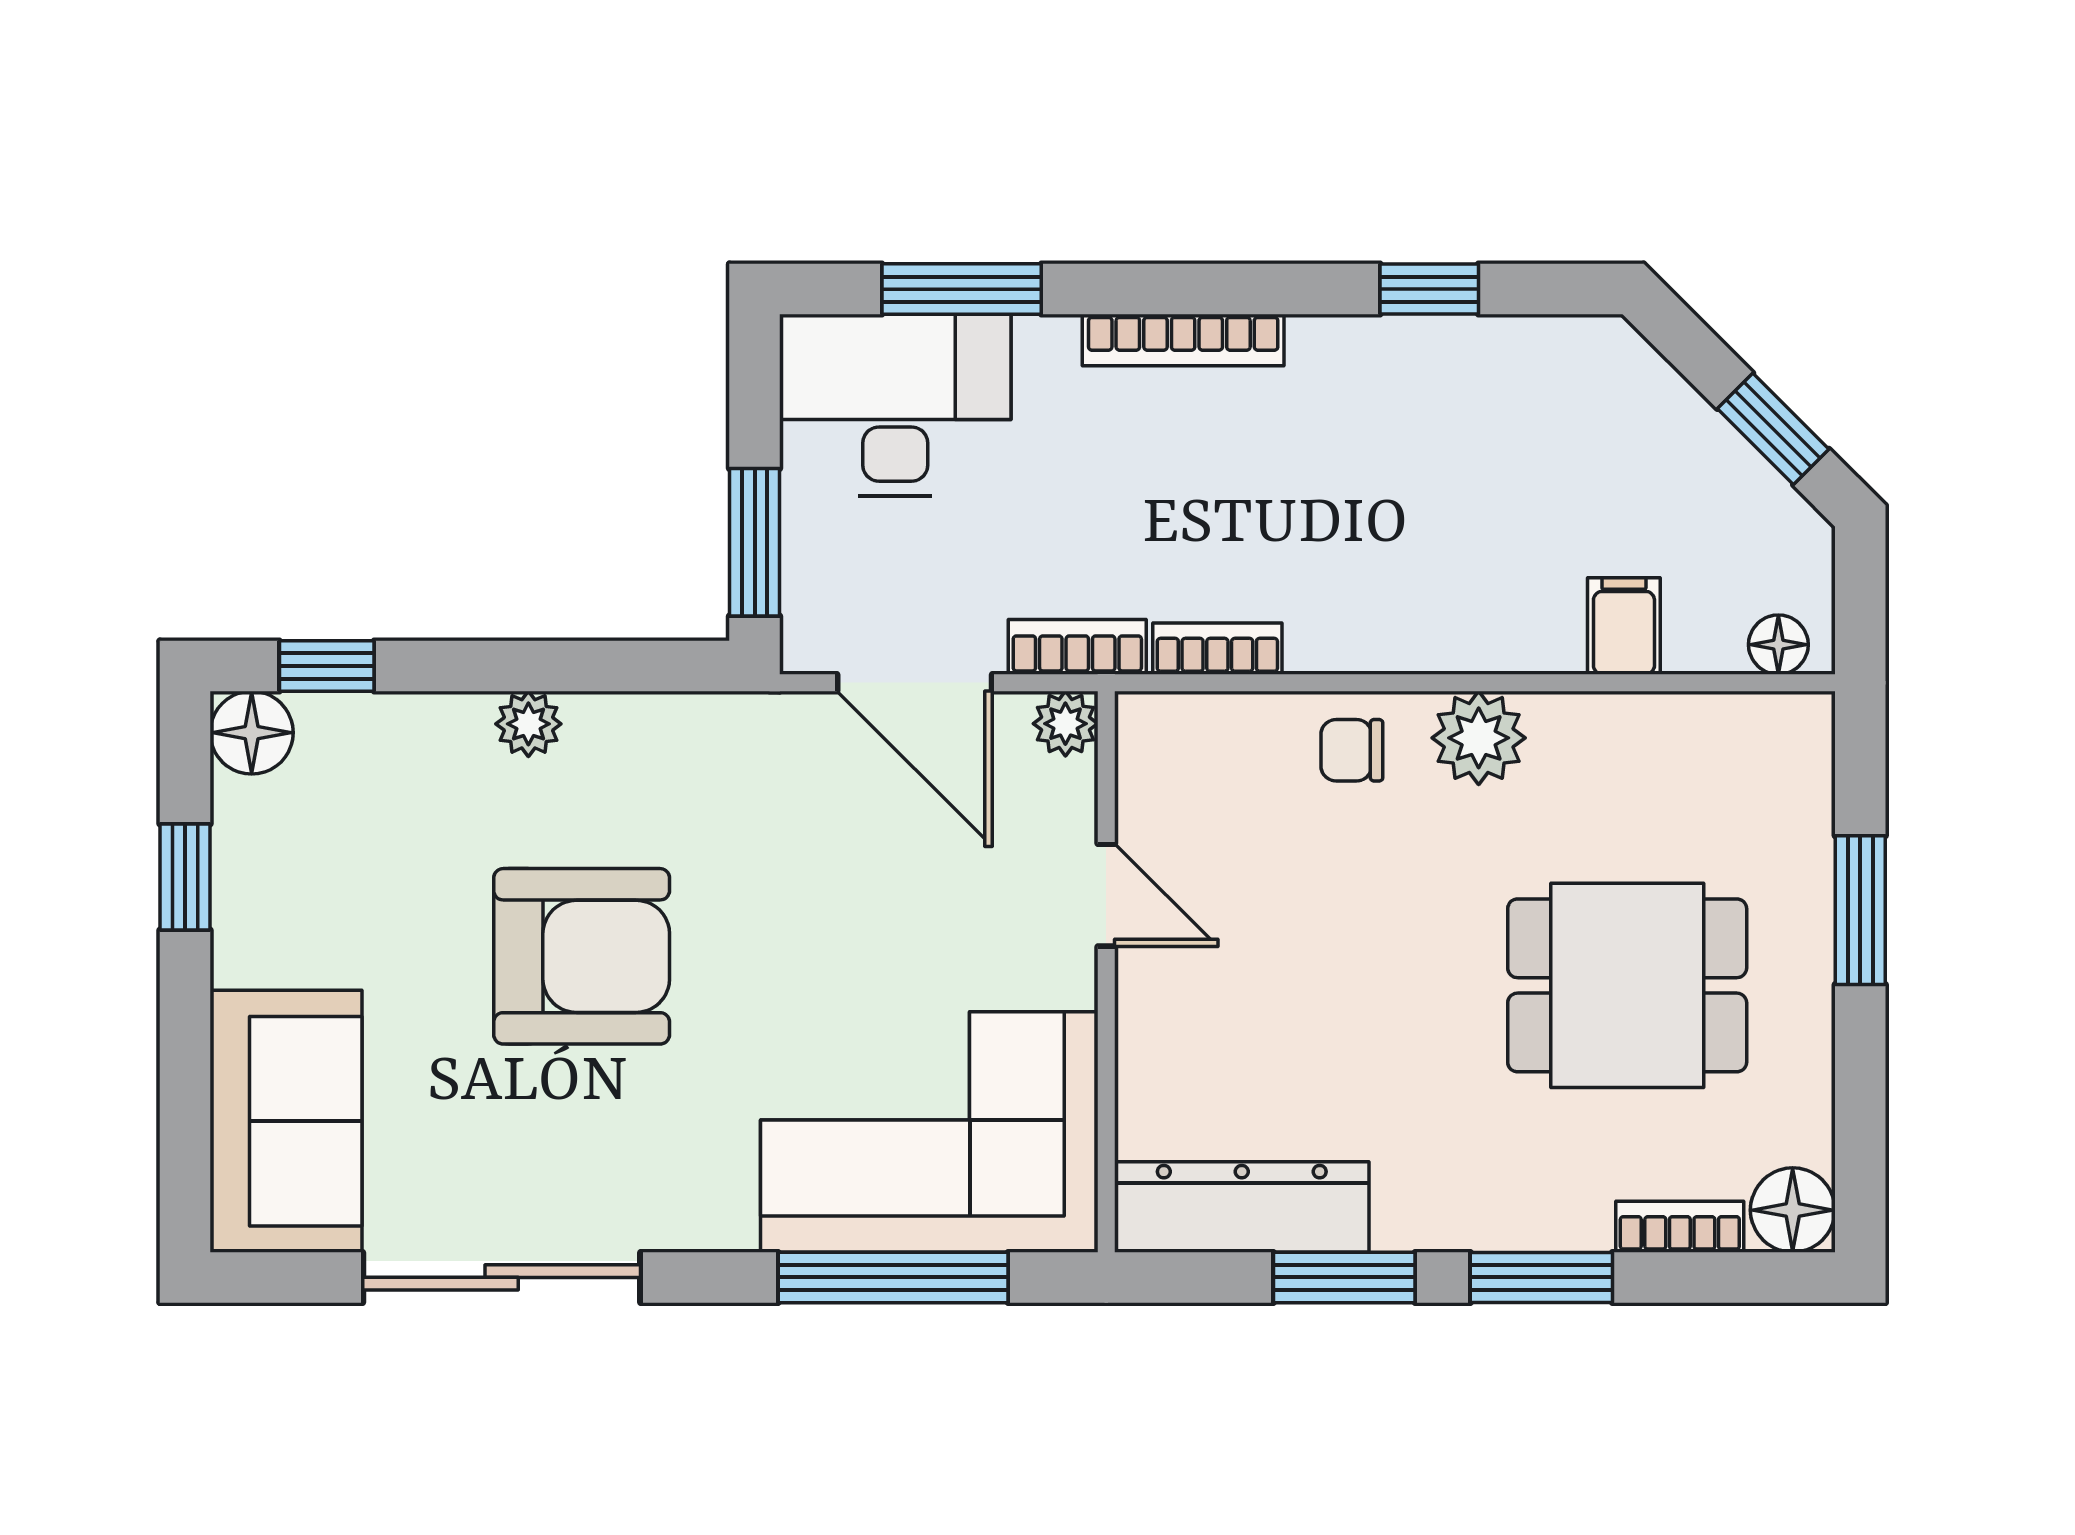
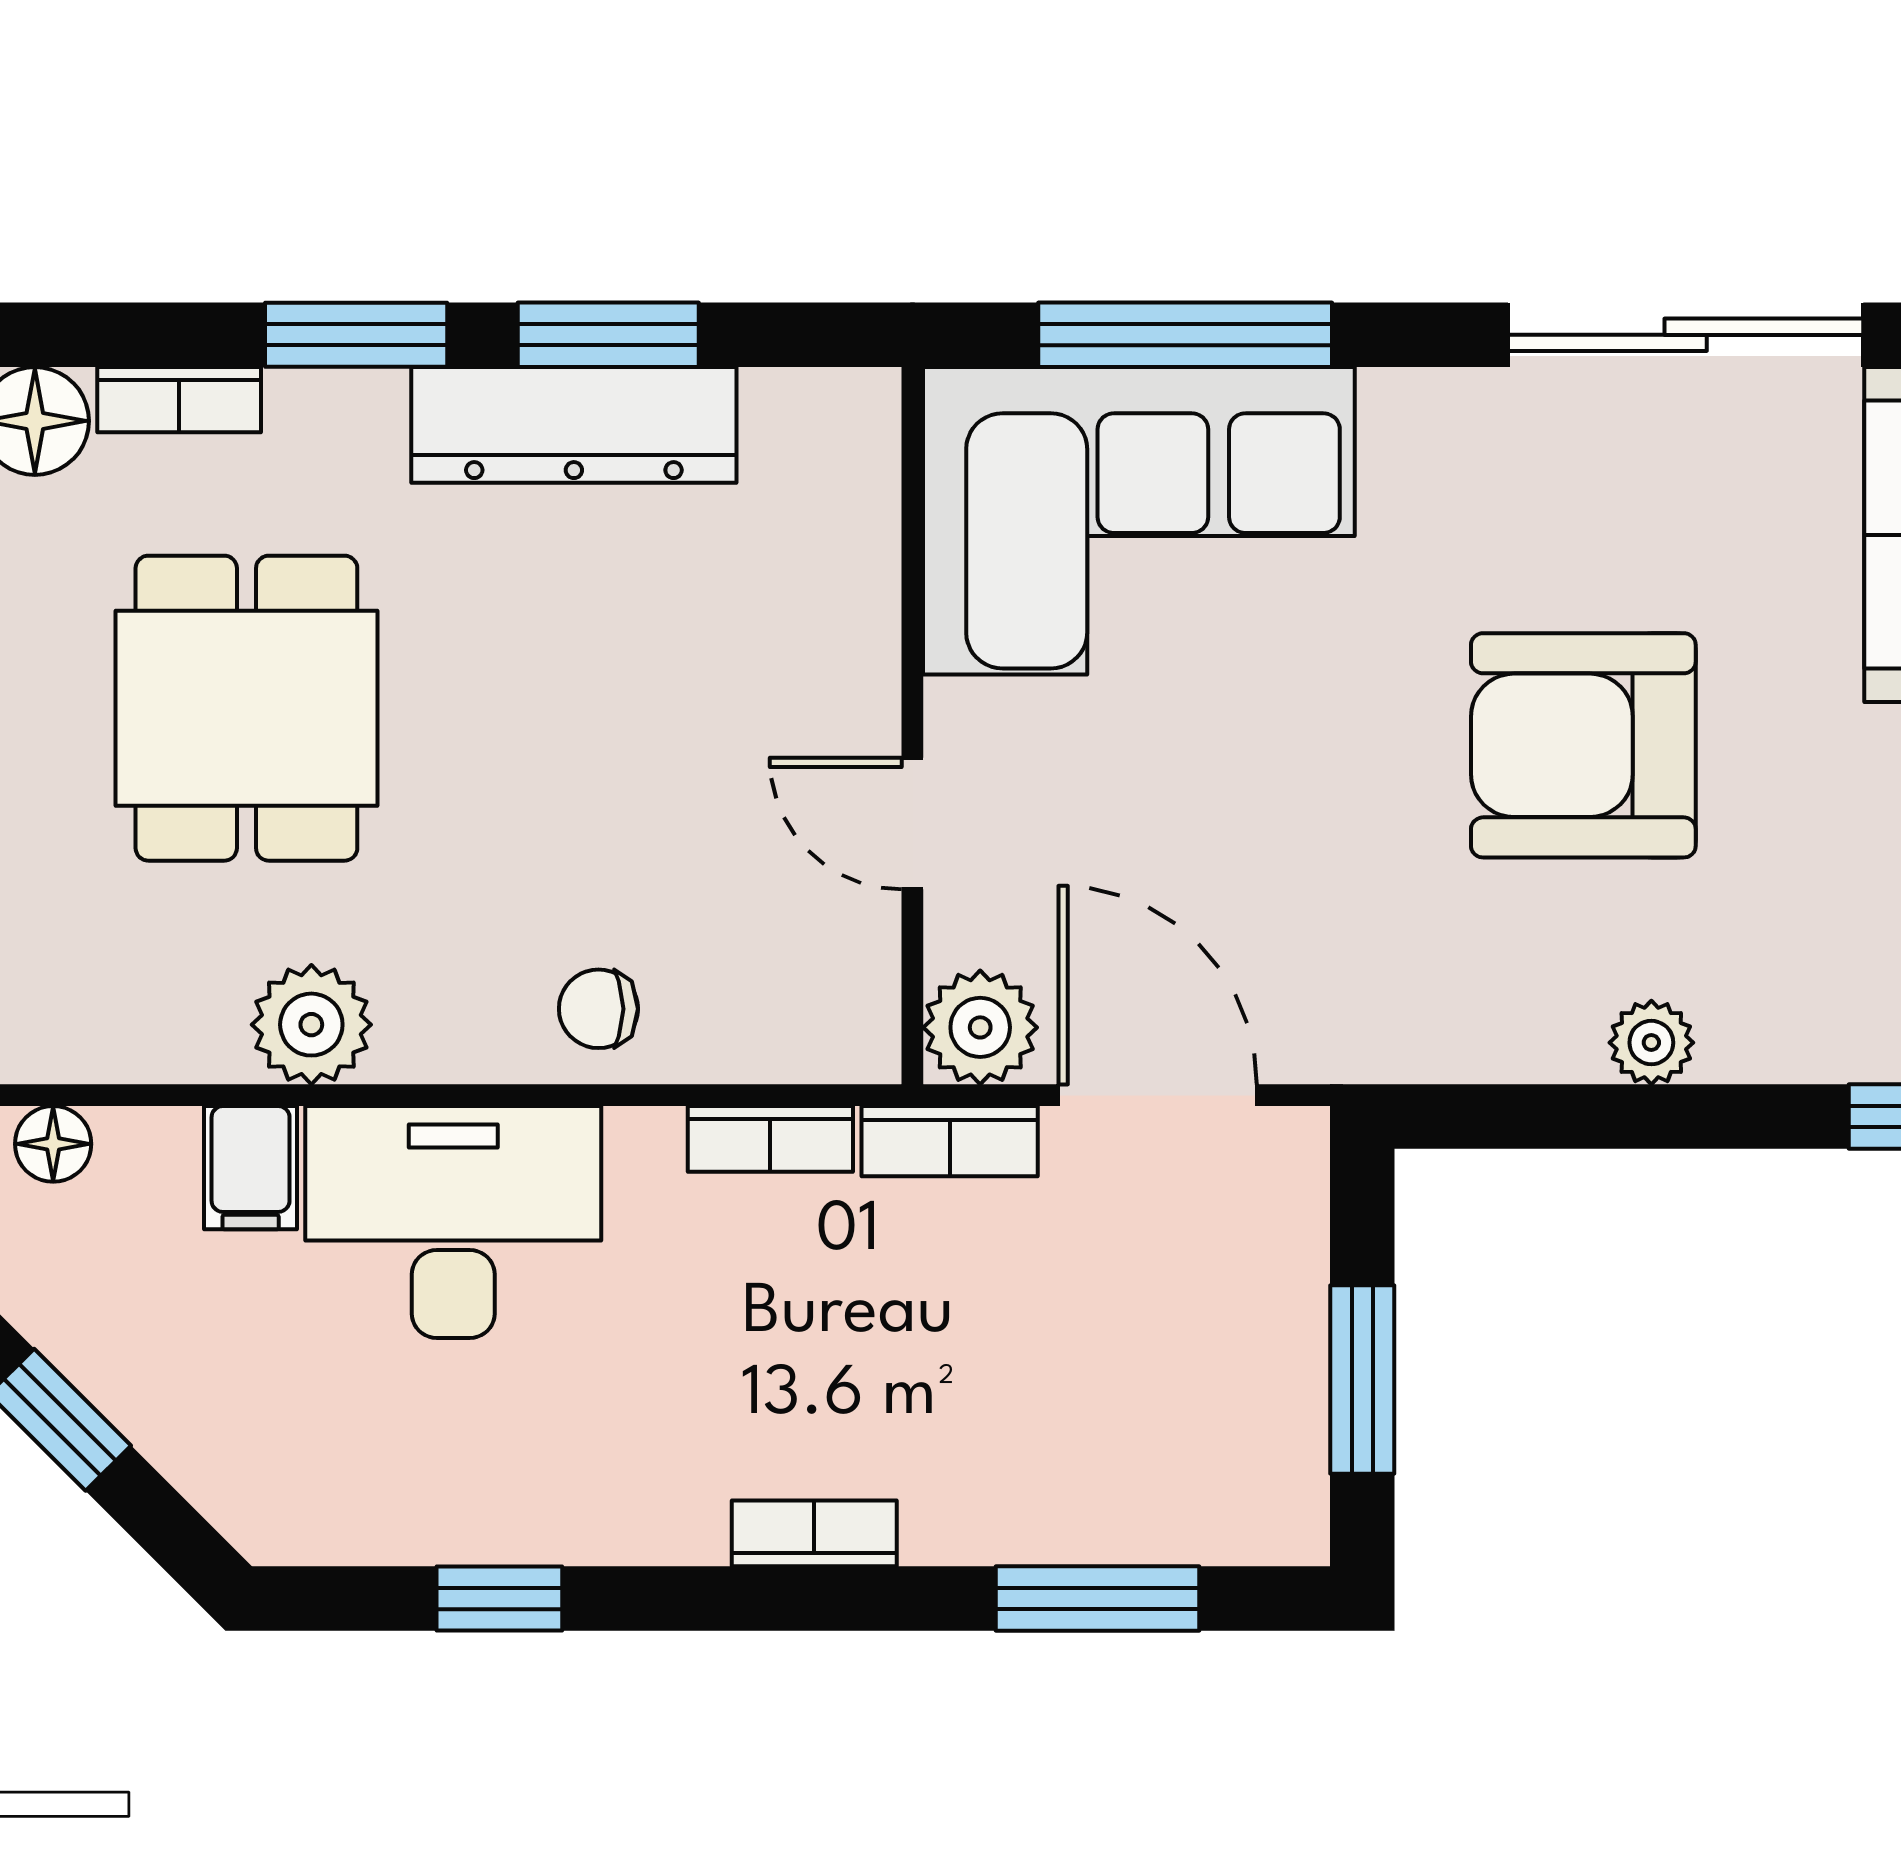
bookcase: (1183, 340) -> (814, 1533), width x0.64
desk: (895, 405) -> (453, 1222), moved, turned 180
window: (755, 542) -> (1362, 1379), moved
plant: (1065, 724) -> (980, 1027), width x1.38, depth x1.38
plant: (1479, 738) -> (311, 1025), moved
chair: (1352, 750) -> (598, 1009), turned 180
dining table: (1627, 985) -> (246, 708), turned 90
dresser: (1242, 1207) -> (574, 425), moved

